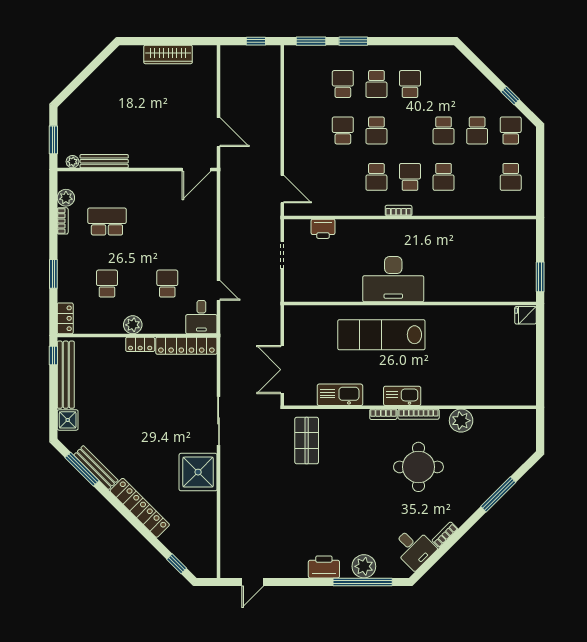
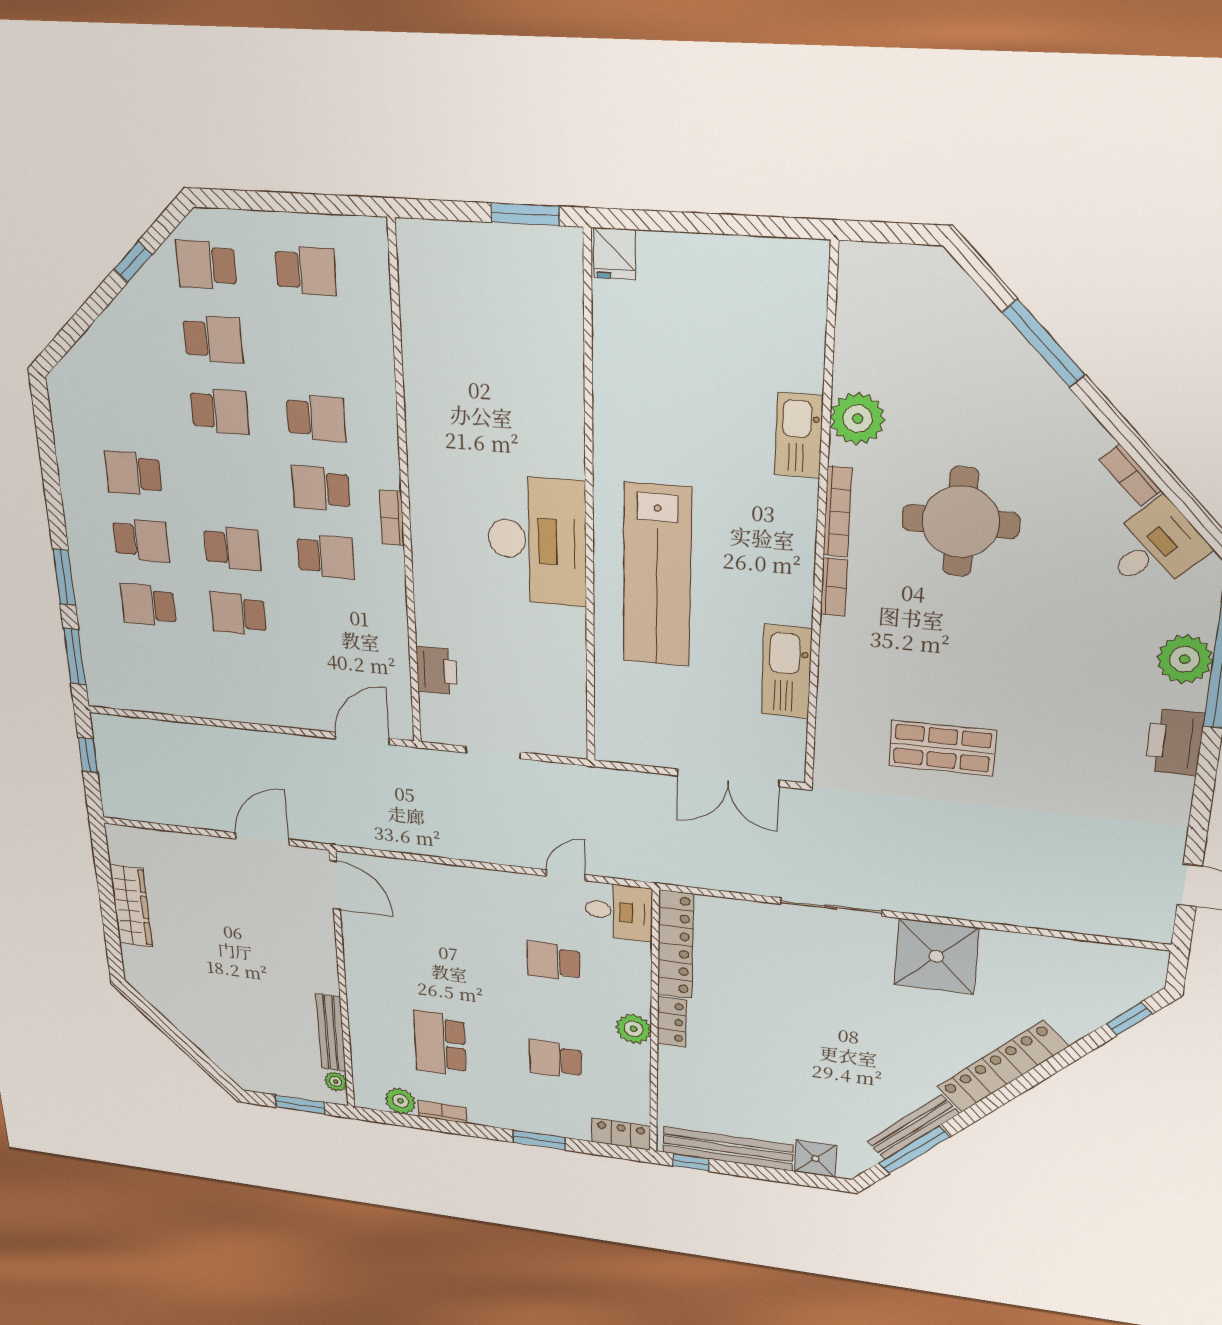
kitchen sink: (402, 396) -> (799, 435), moved
shop shelf: (307, 441) -> (942, 748), moved

